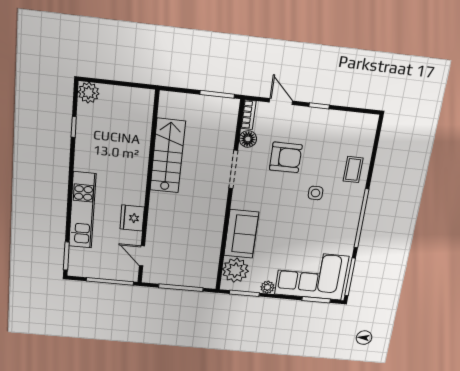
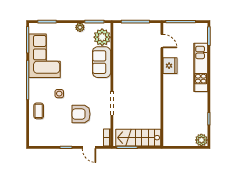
floor lamp: (248, 139) -> (105, 123), removed
stairs: (168, 156) -> (138, 138), moved, turned 90
corner sofa: (312, 275) -> (45, 56), moved, turned -90

